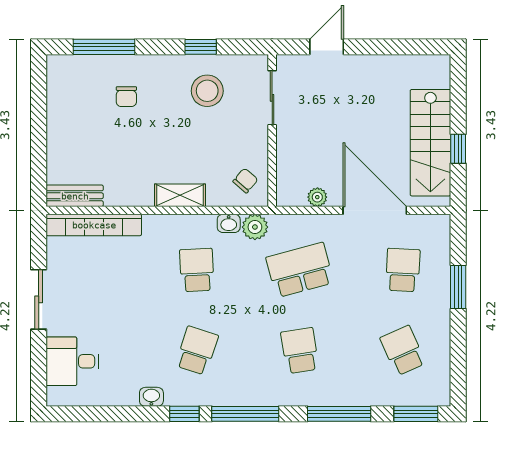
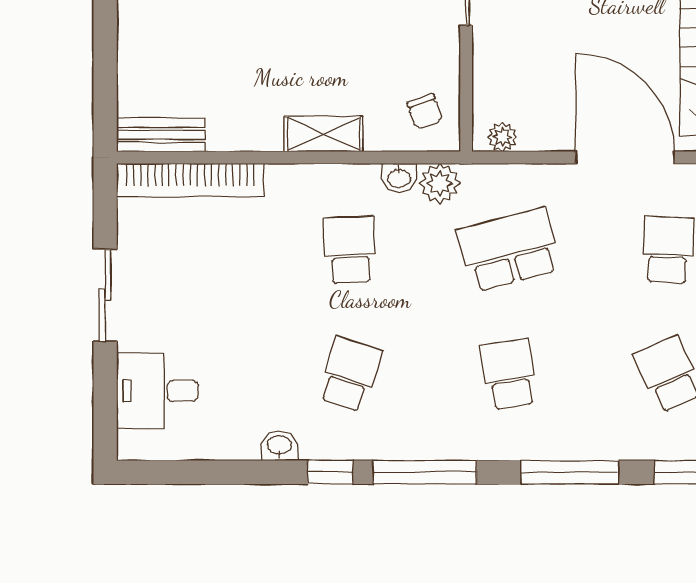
chair: (245, 181) -> (425, 111), turned 120
plant: (317, 197) -> (502, 137), moved

